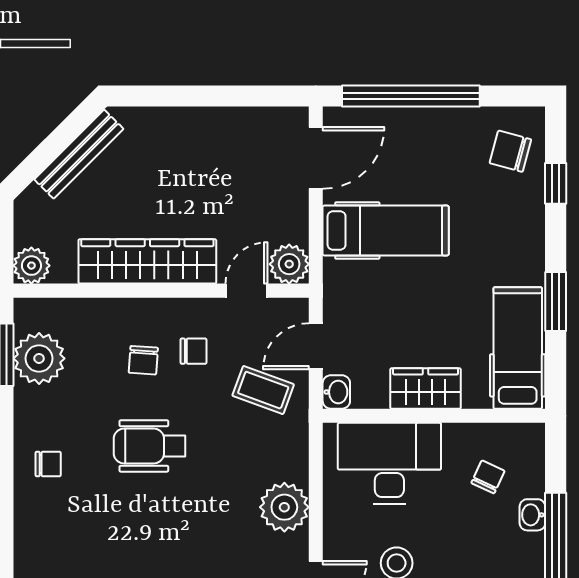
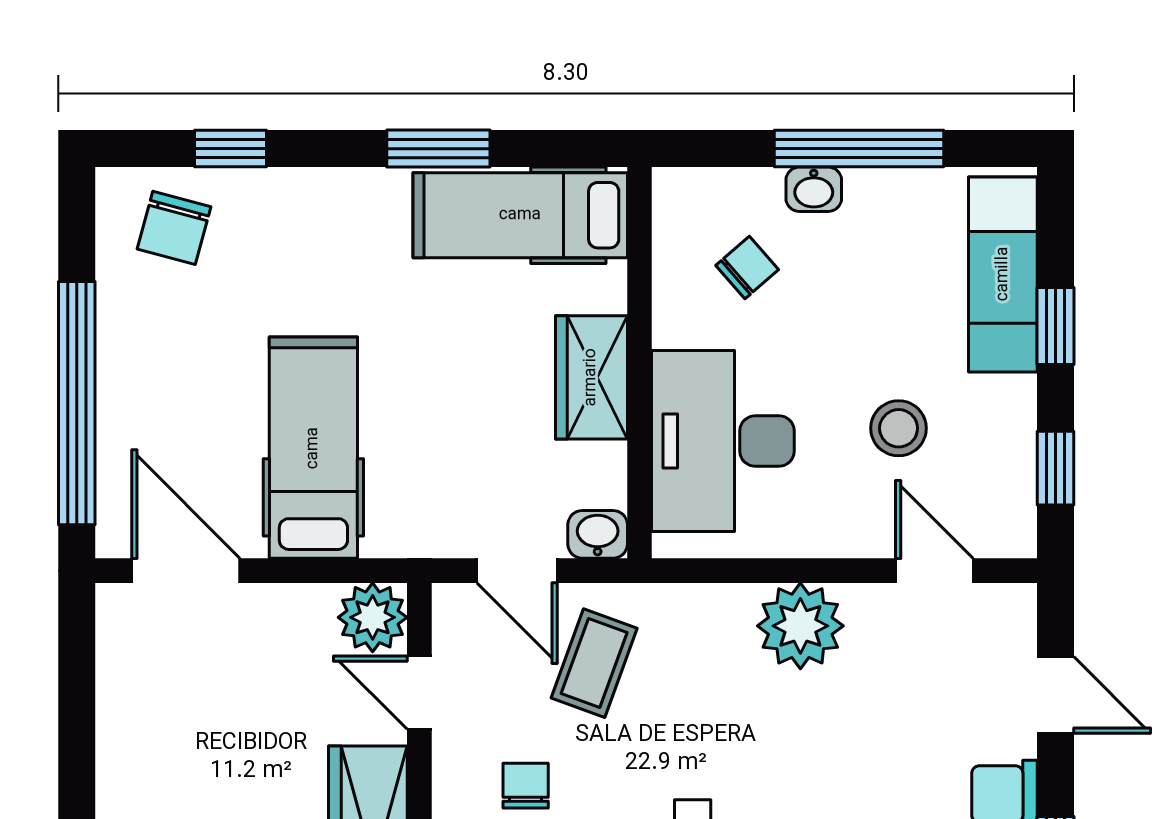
chair: (488, 477) -> (747, 268), turned 114

